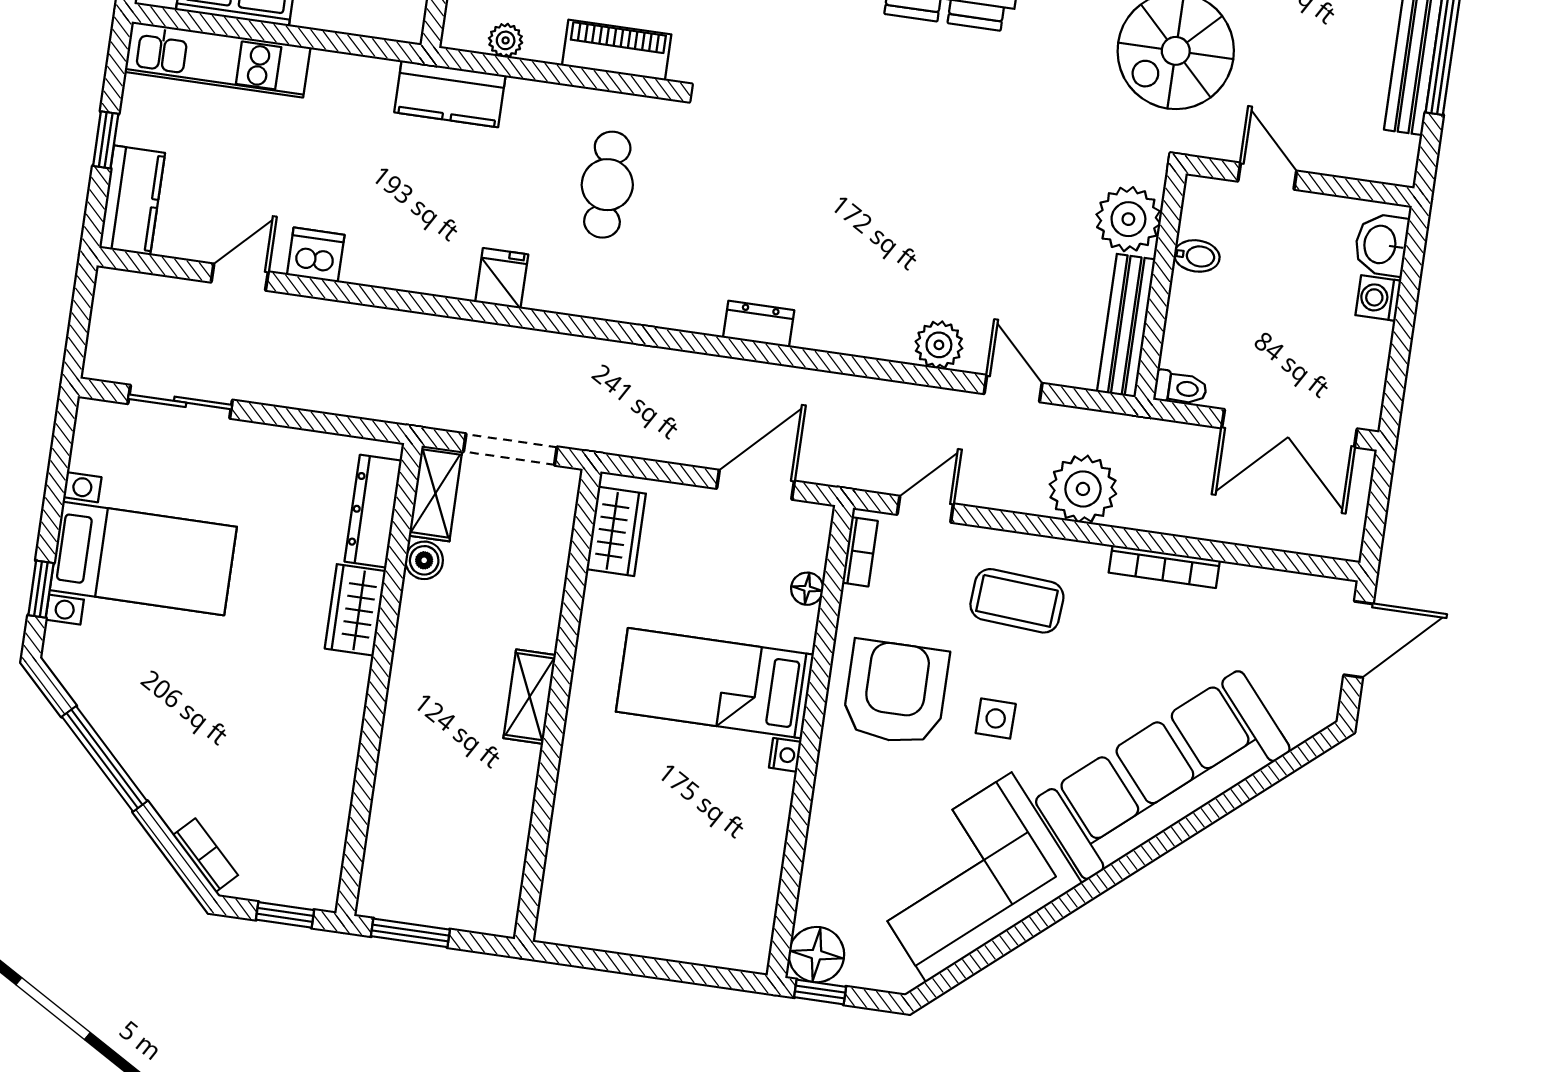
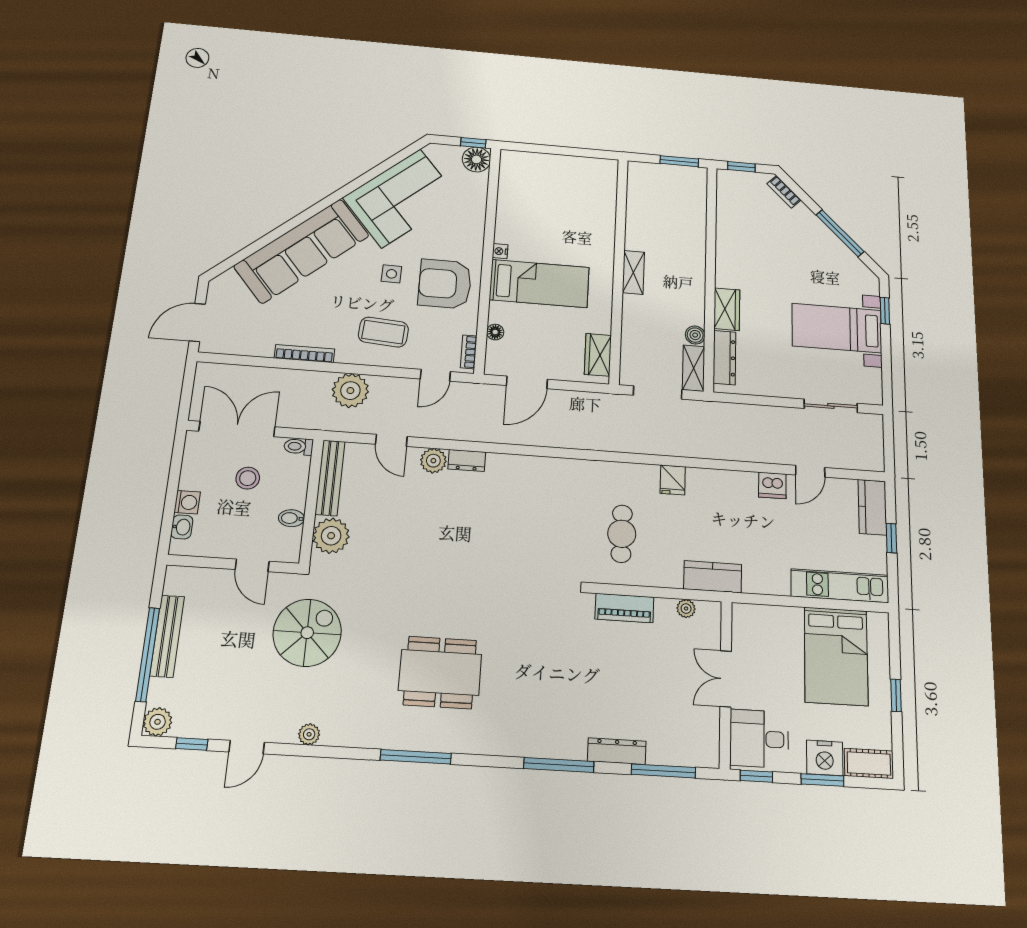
washbasin: (1381, 245) -> (182, 527), width x0.72, depth x0.69
dresser: (759, 324) -> (467, 460), moved
stool: (1272, 335) -> (248, 478), added
armchair: (896, 692) -> (445, 284), turned 90

